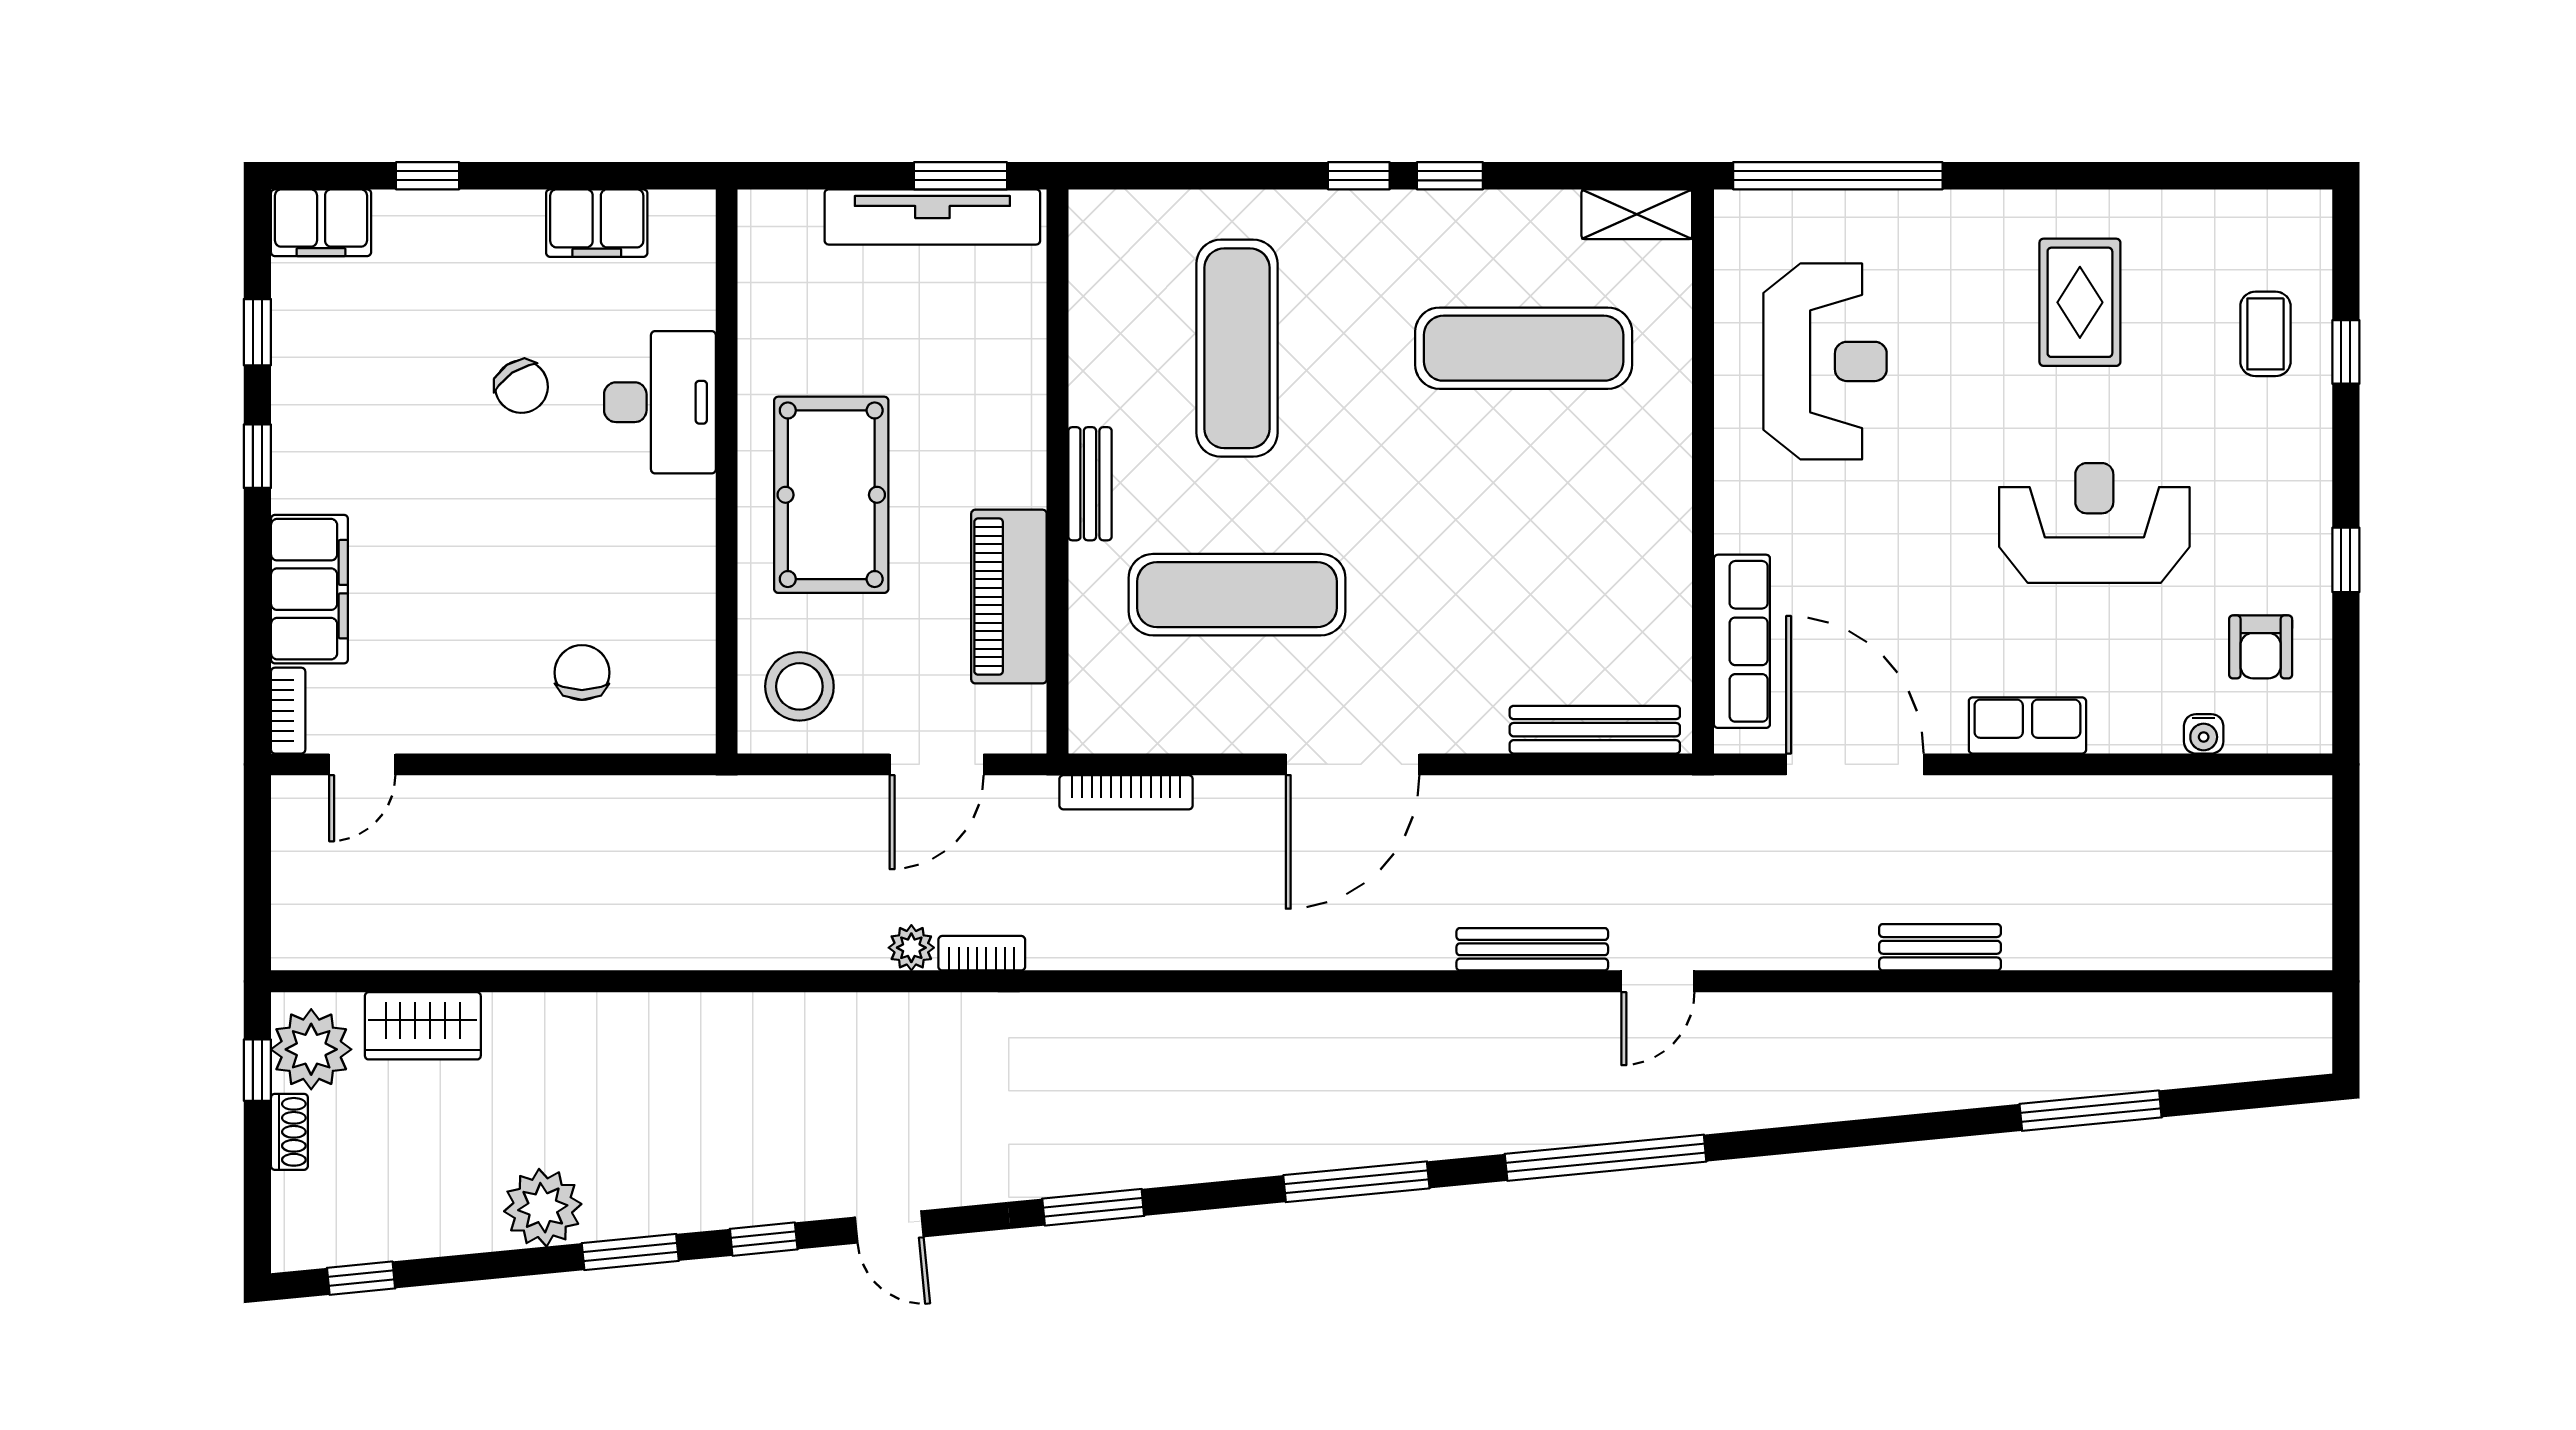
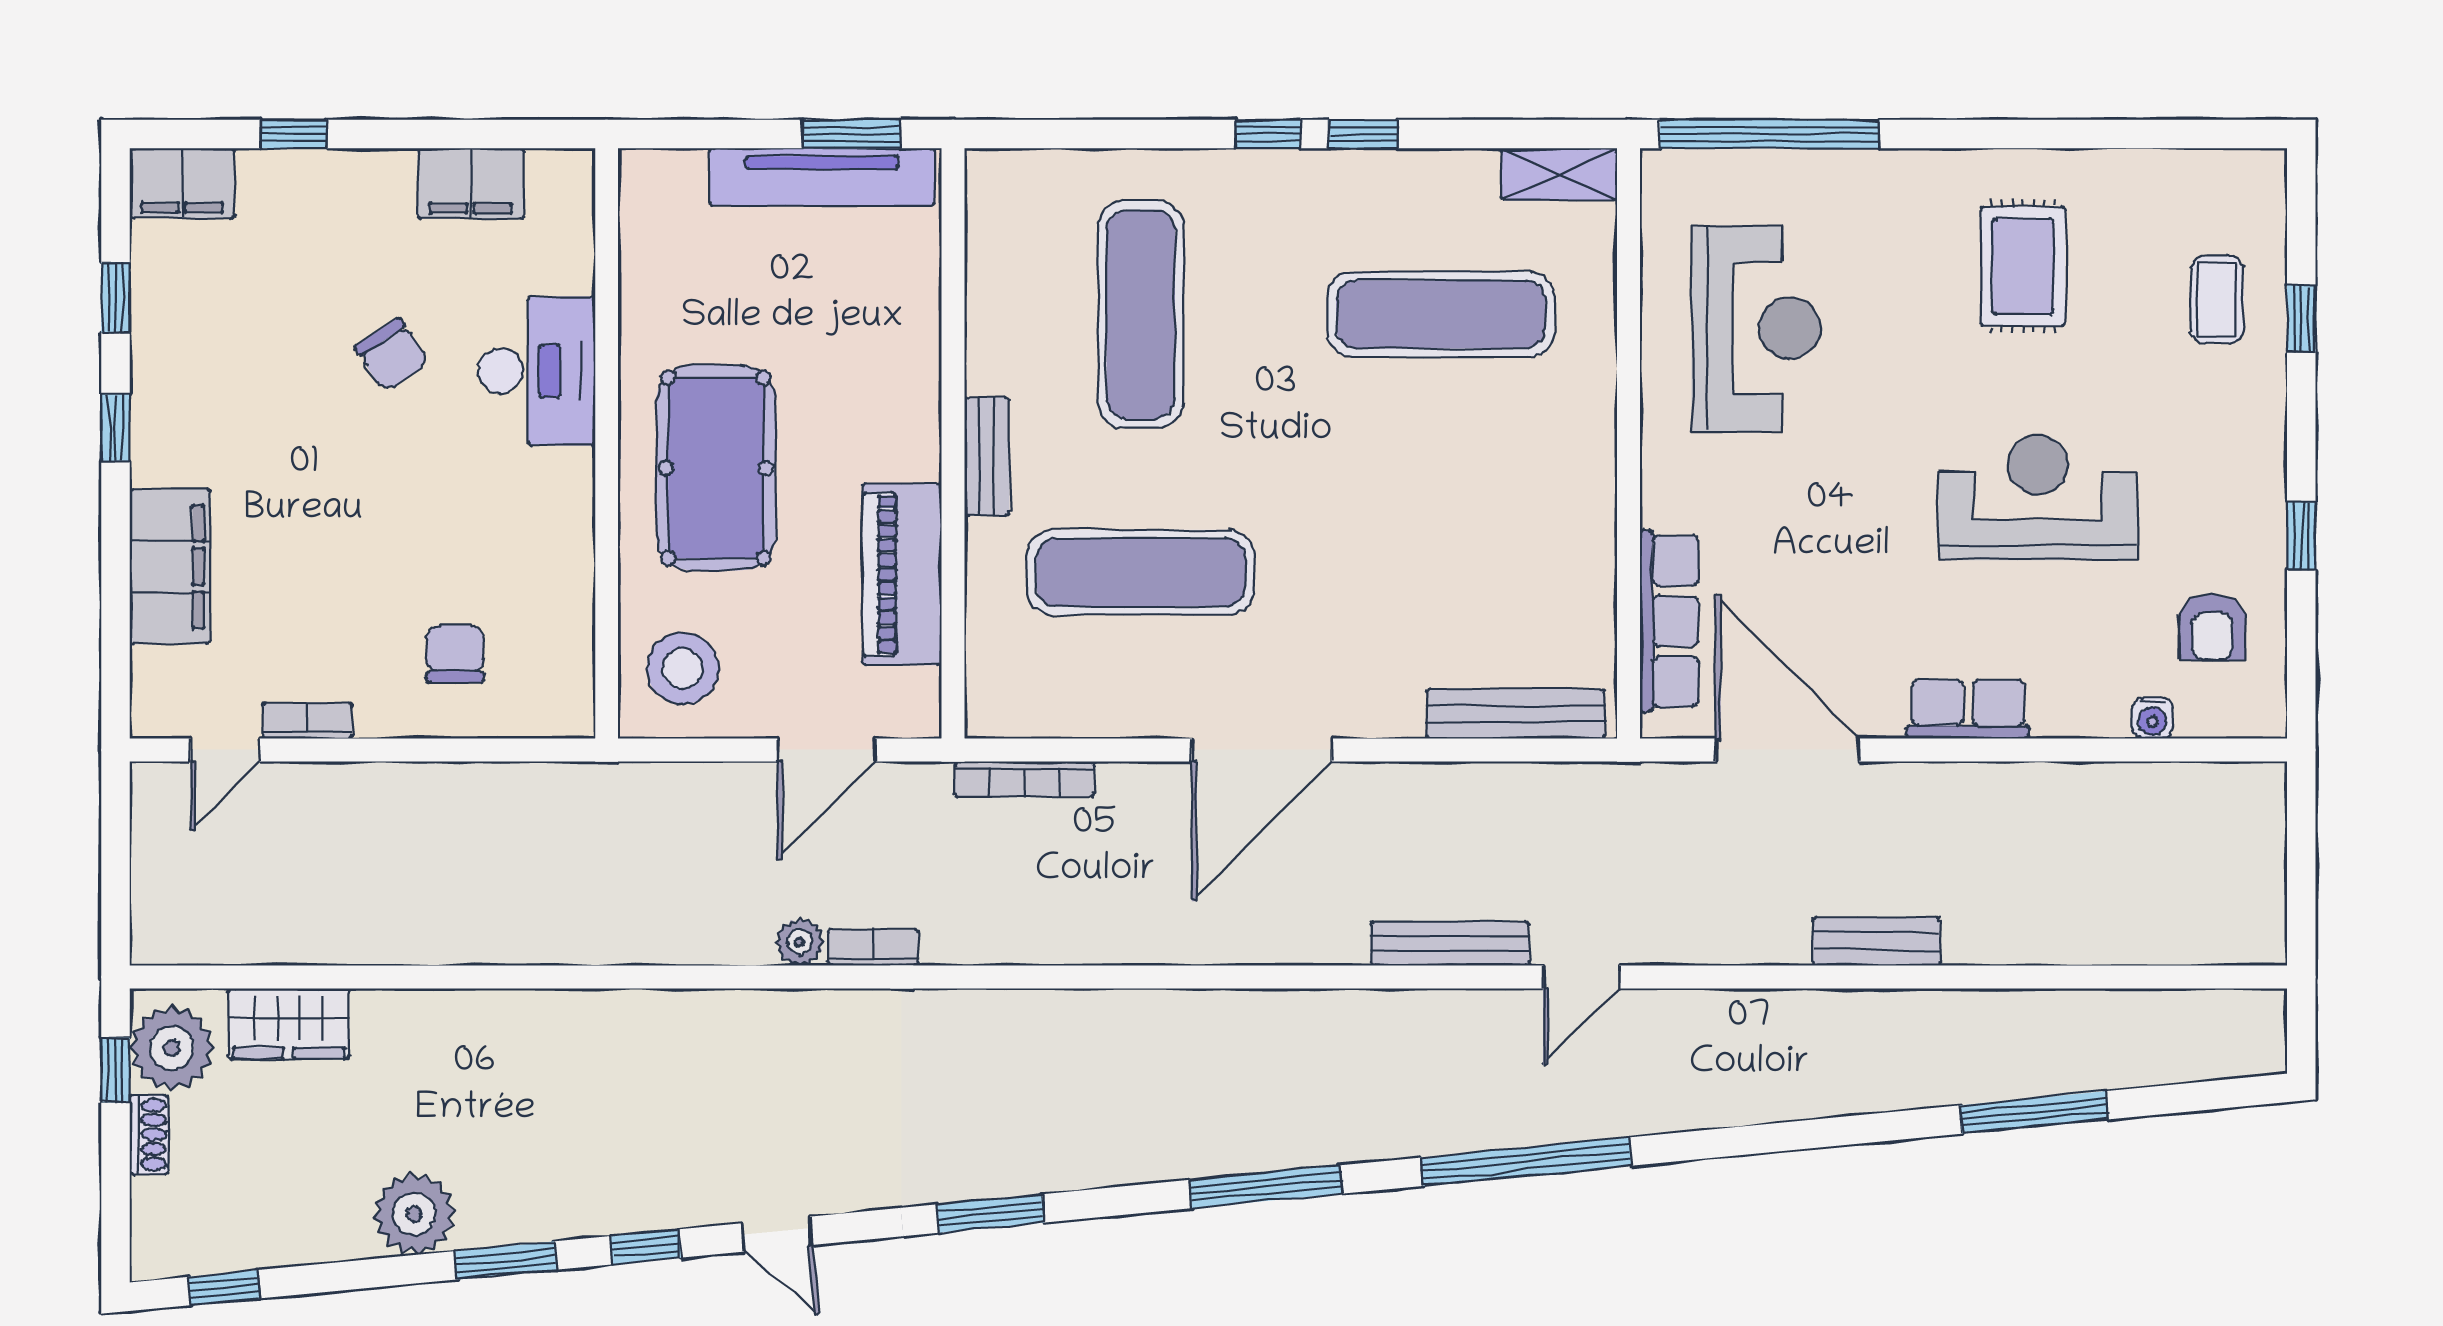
bookcase: (288, 711) -> (307, 721), moved, turned -90

